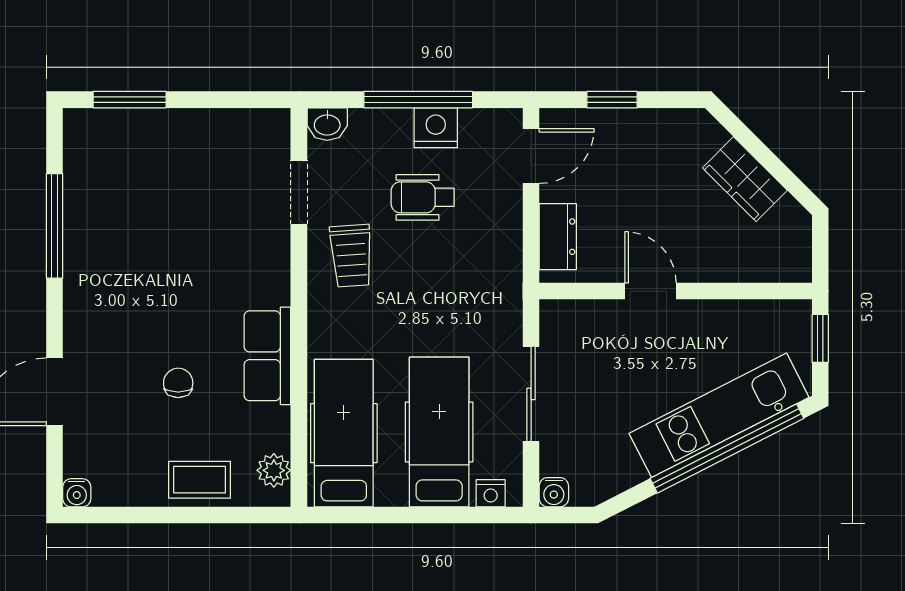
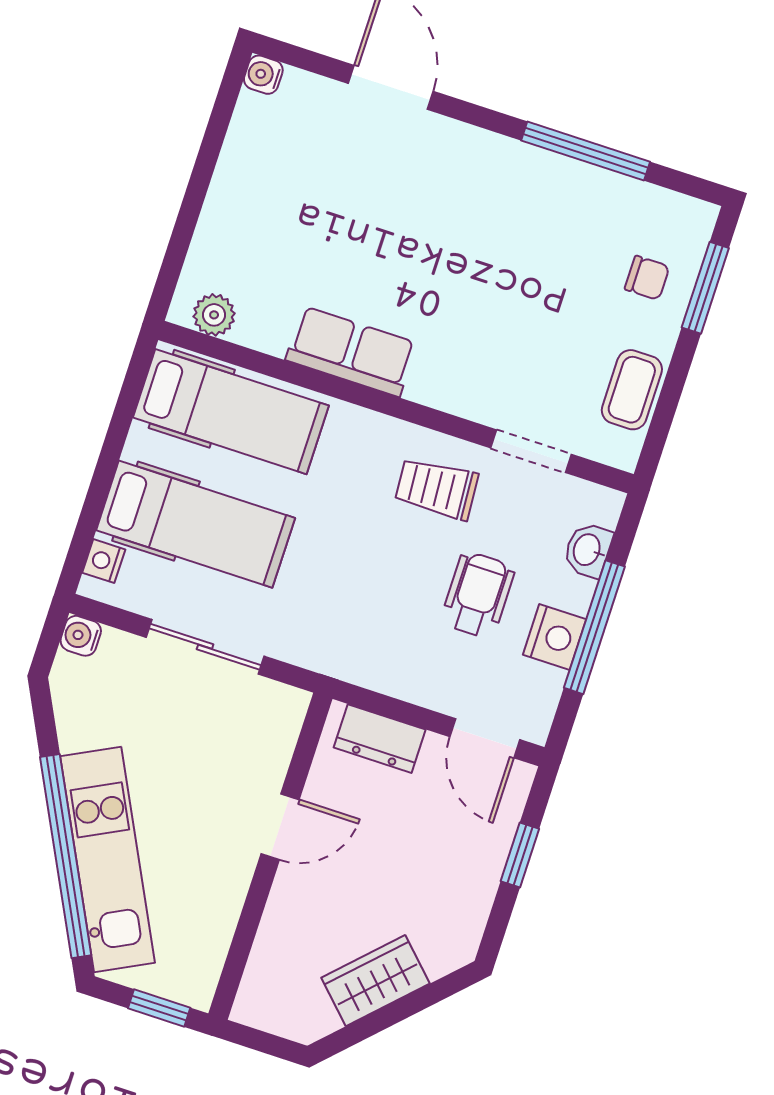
washbasin: (327, 124) -> (588, 550), moved
chair: (178, 383) -> (647, 278), moved
coffee table: (200, 480) -> (632, 390), moved

